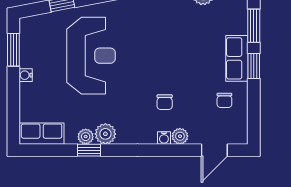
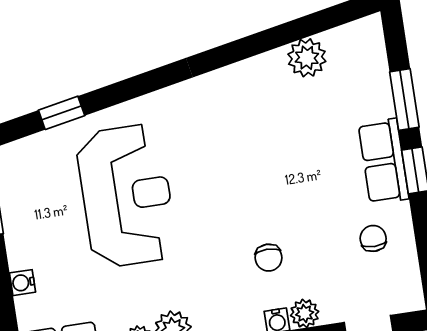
water cooler: (26, 75) -> (23, 283), moved
chair: (224, 100) -> (373, 238), turned 180

